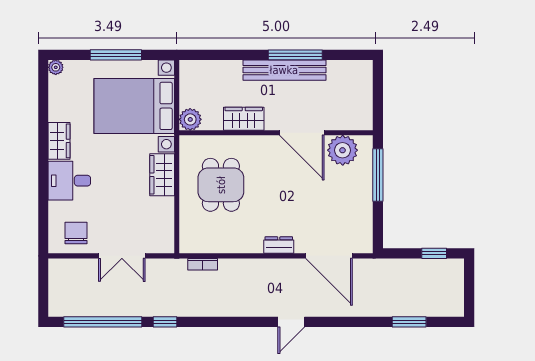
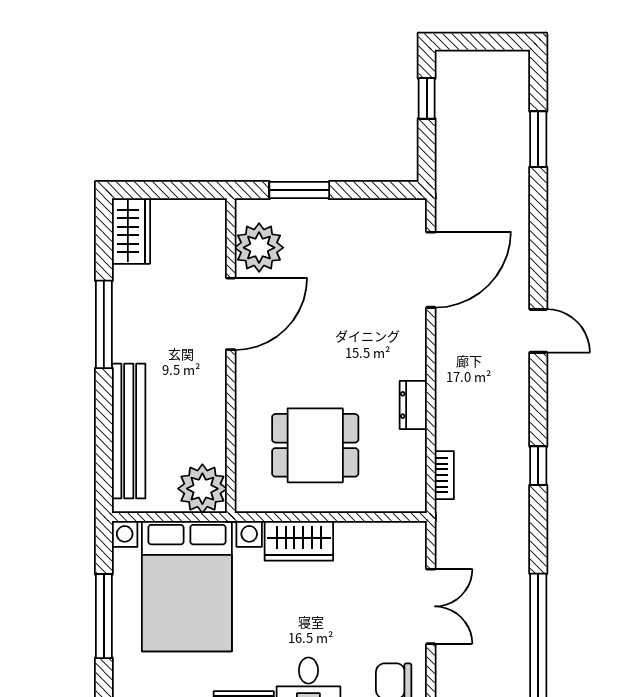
bench: (284, 70) -> (129, 431), moved
plant: (190, 119) -> (202, 489), width x1.36, depth x1.36
wardrobe: (244, 119) -> (131, 231), moved, turned 180
window: (378, 175) -> (299, 190), width x0.69
dresser: (279, 245) -> (413, 405), moved
window: (165, 322) -> (538, 466), moved

